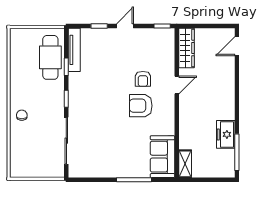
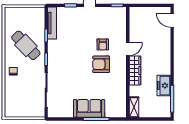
door: (237, 46) -> (172, 20), hinge flipped
wardrobe: (187, 48) -> (135, 71), moved
cafe table: (50, 57) -> (26, 45), moved, turned -44
sofa: (162, 157) -> (89, 108), moved, turned 90

